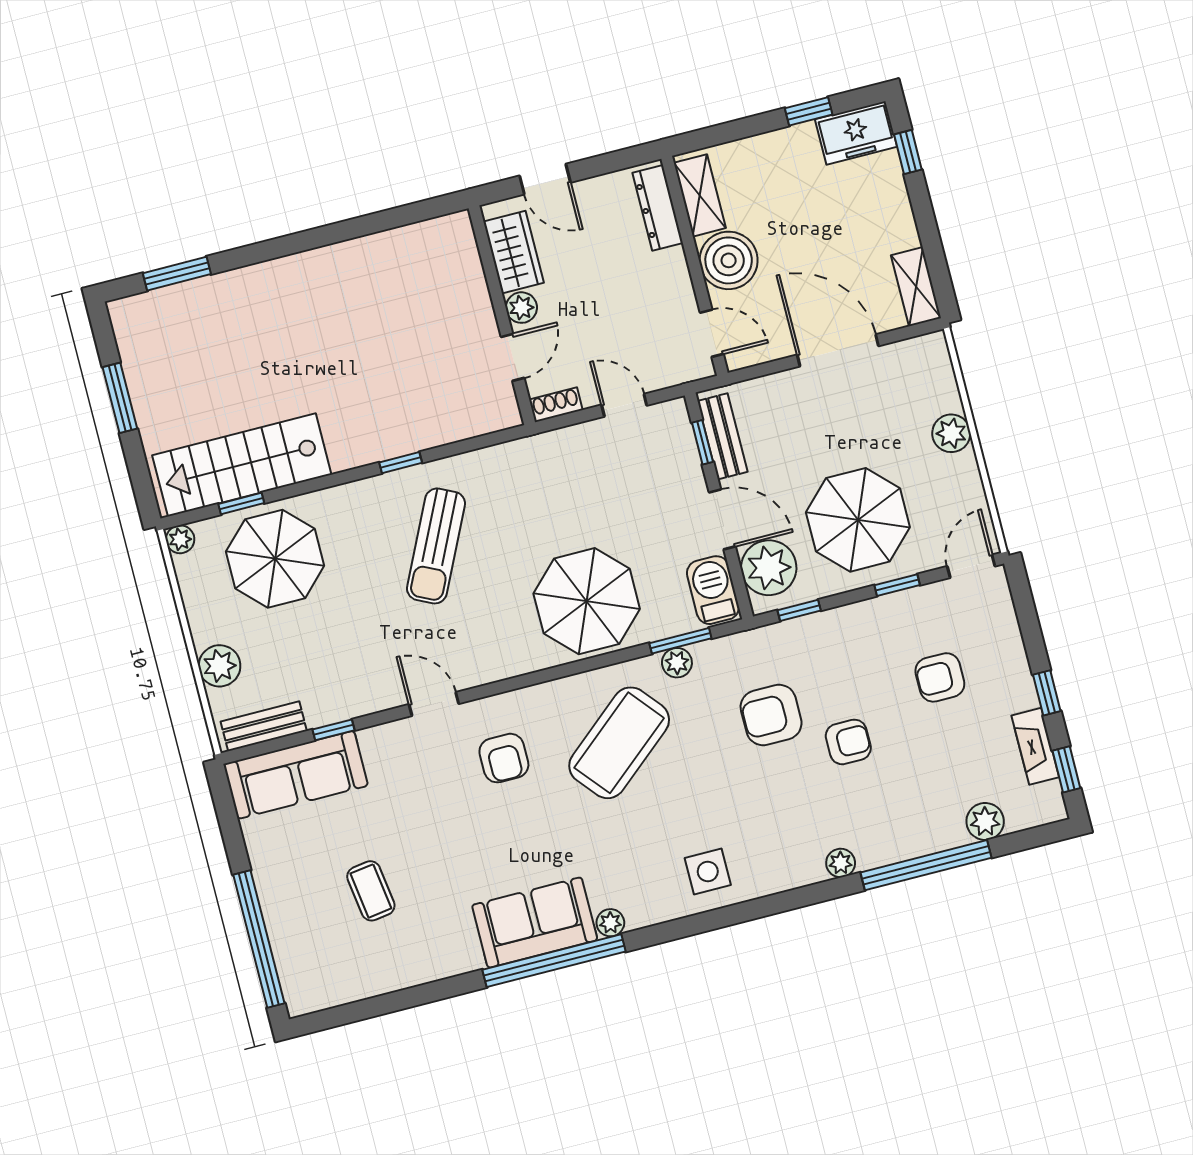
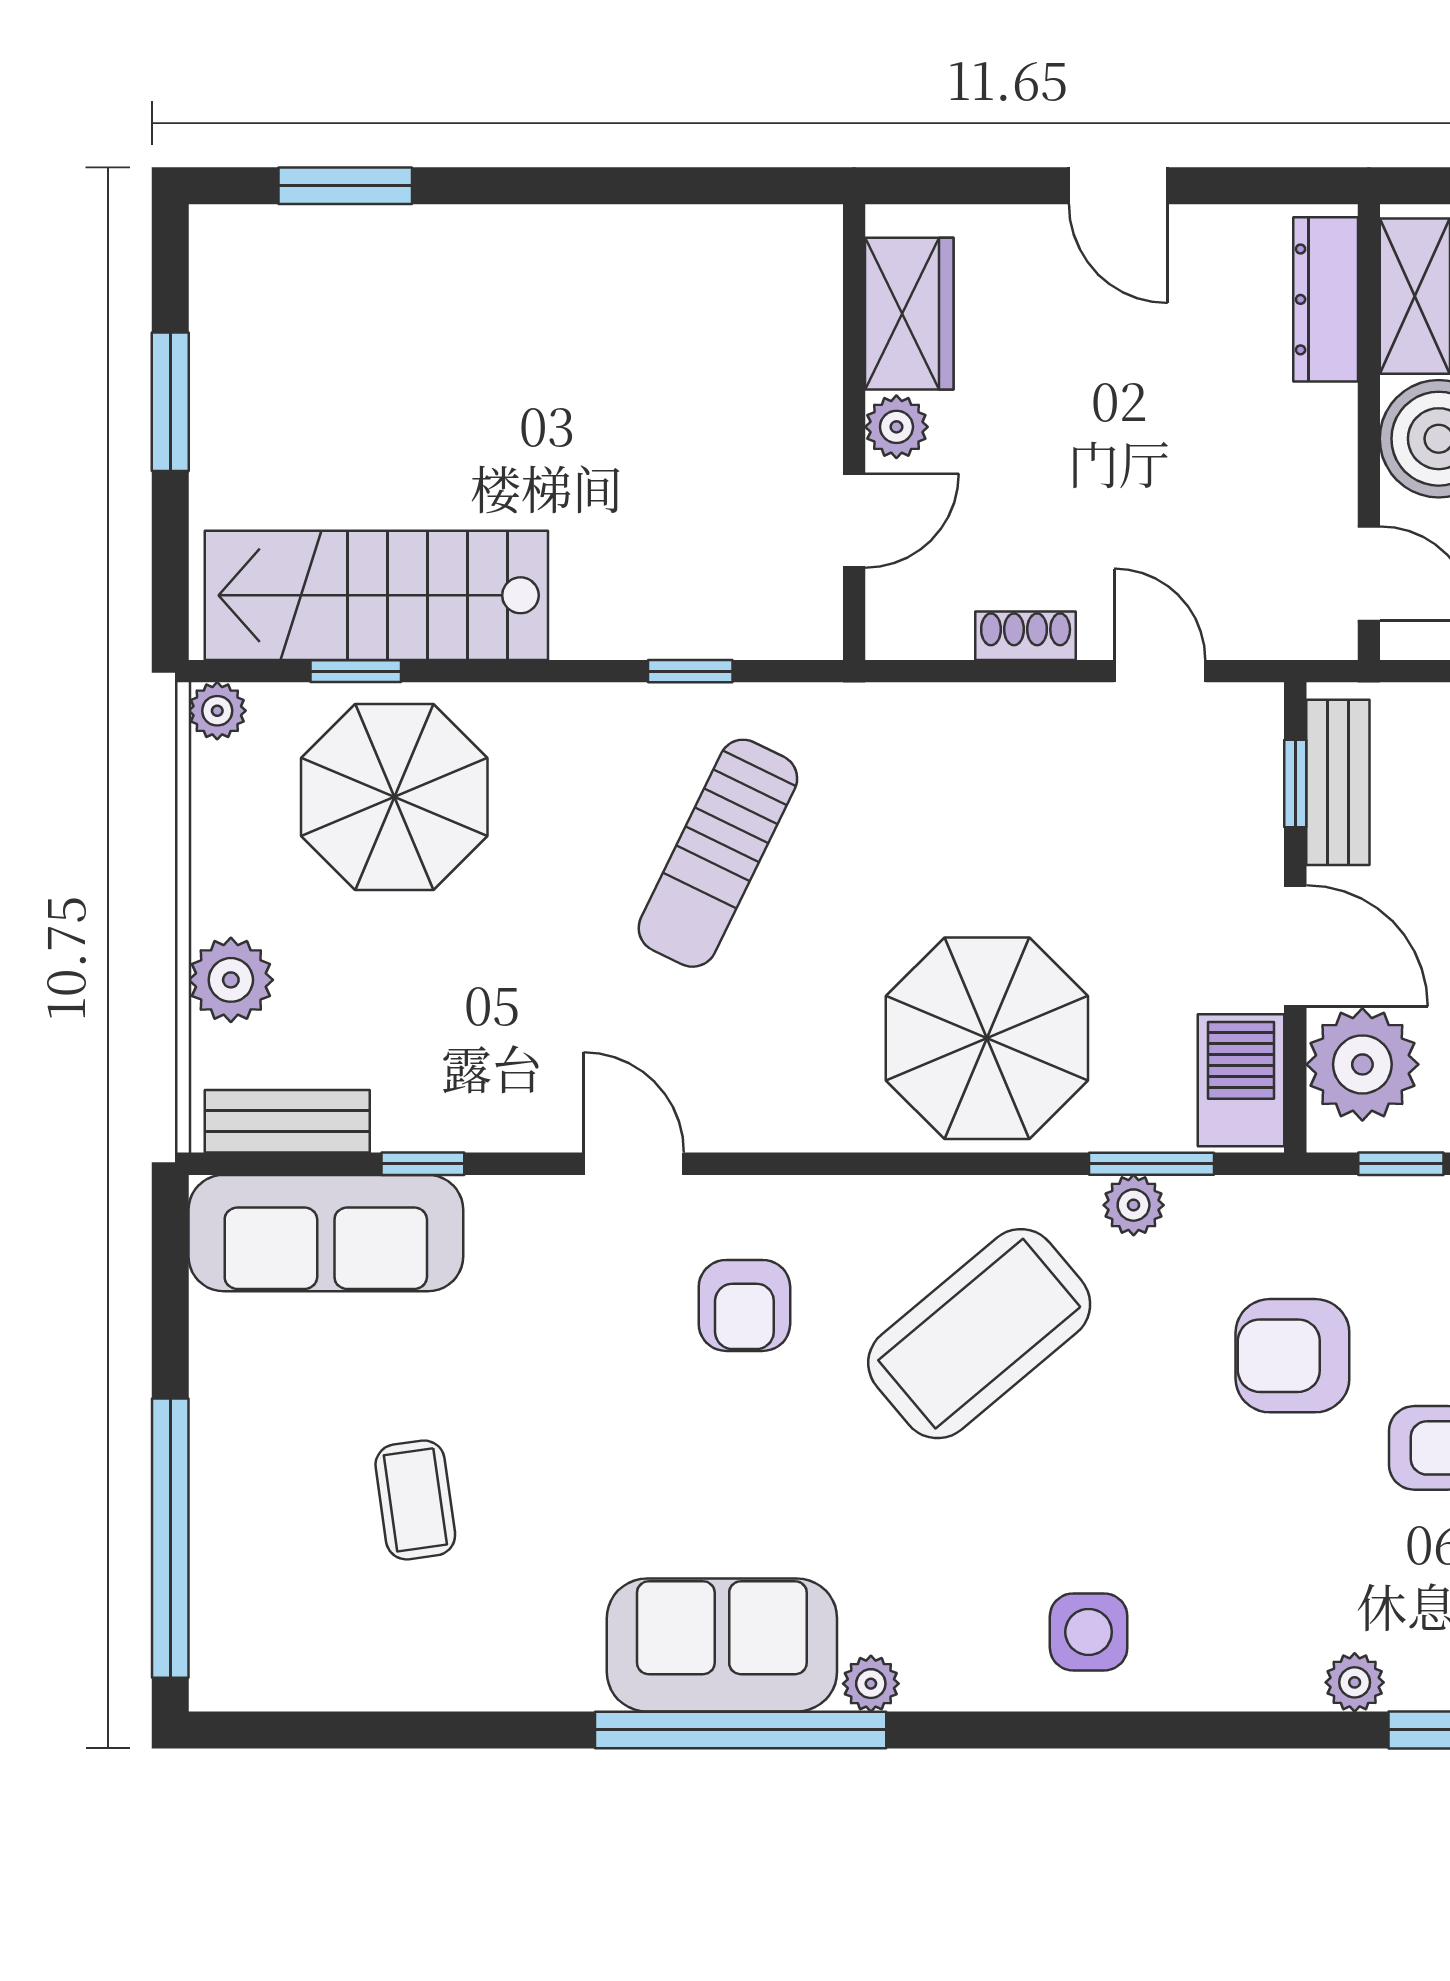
wardrobe: (514, 252) -> (909, 314), moved
plant: (521, 308) -> (896, 427), moved
wall: (502, 315) -> (854, 432), moved
door: (513, 357) -> (854, 521), moved

